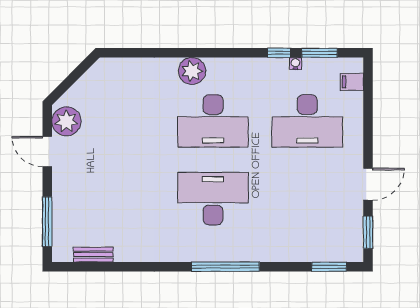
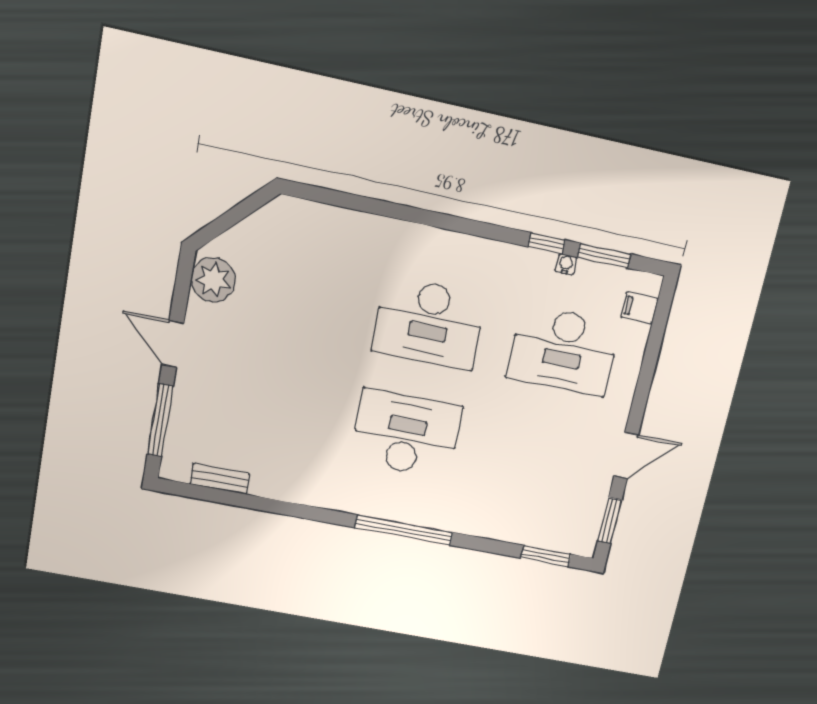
plant: (192, 71) -> (414, 243), removed
door: (47, 152) -> (173, 344), moved

